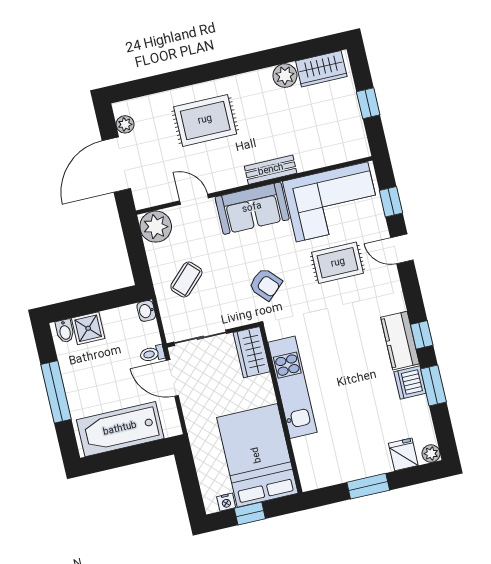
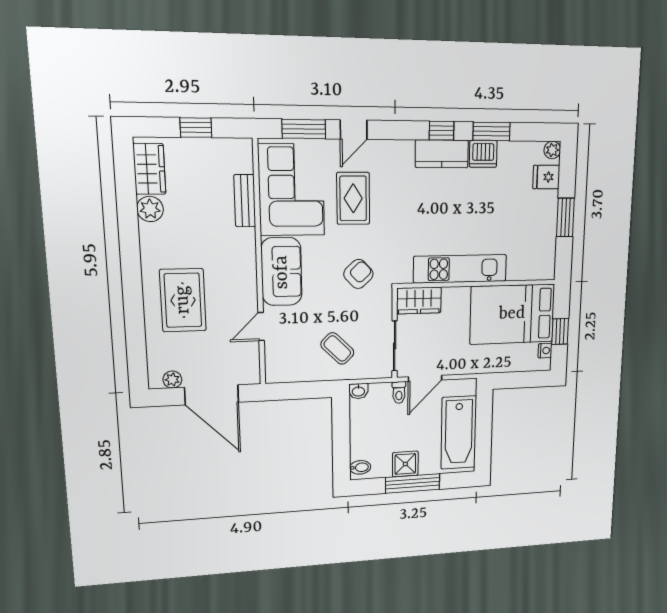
bench: (271, 170) -> (245, 201), moved
window: (391, 202) -> (304, 129), width x1.50
plant: (156, 227) -> (280, 368), removed
shower: (88, 328) -> (405, 464), moved

